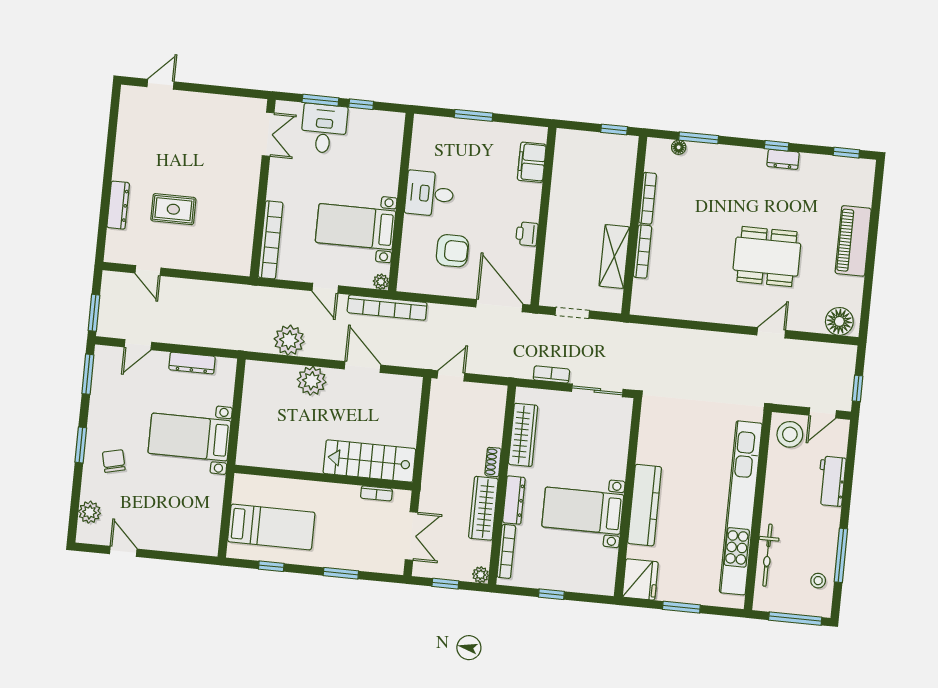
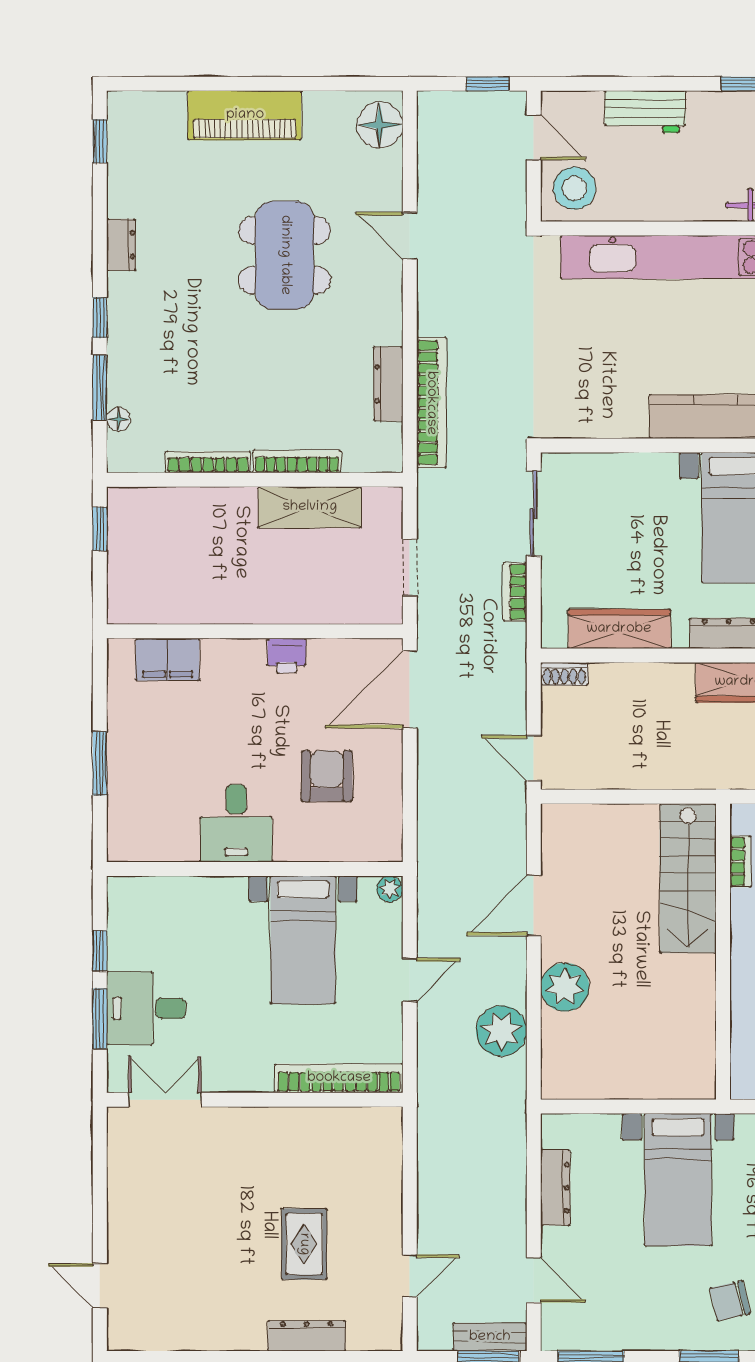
window: (777, 146) -> (100, 318), moved
bookcase: (387, 308) -> (431, 403), moved
dresser: (684, 311) -> (388, 384), added
bench: (106, 315) -> (490, 1337), added
shoe rack: (493, 462) -> (564, 674), moved

